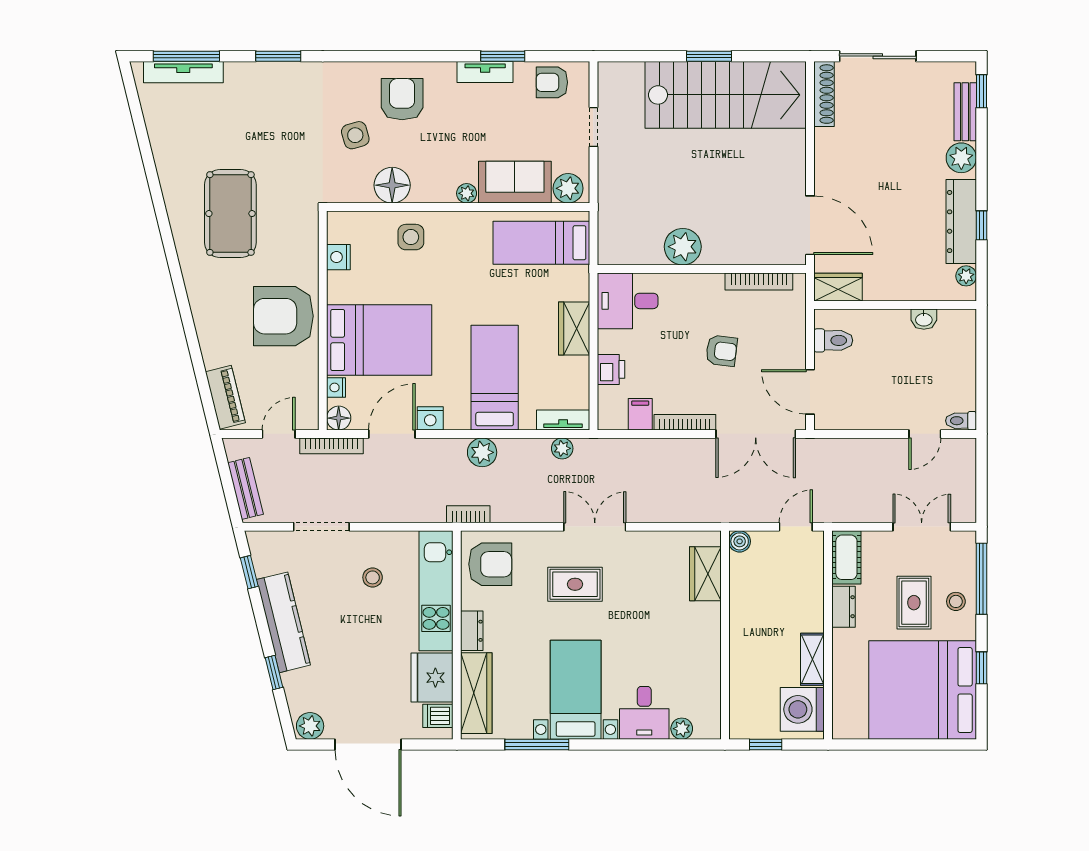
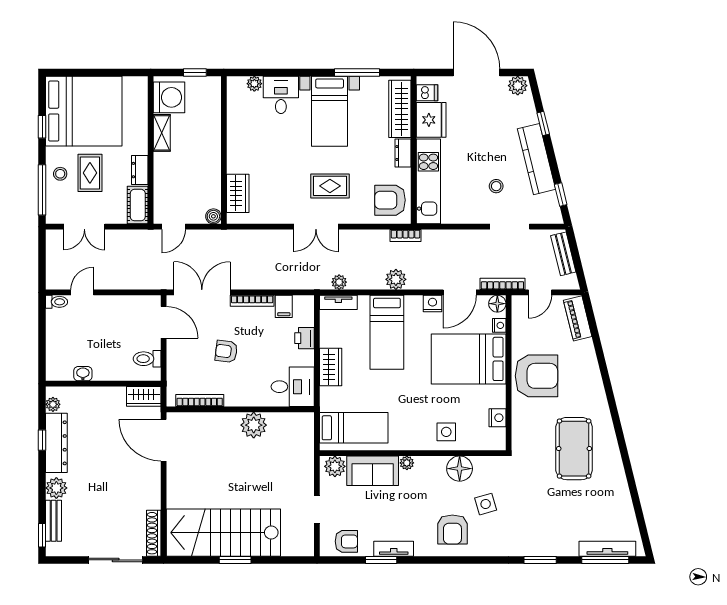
stool: (373, 577) -> (496, 186), moved

